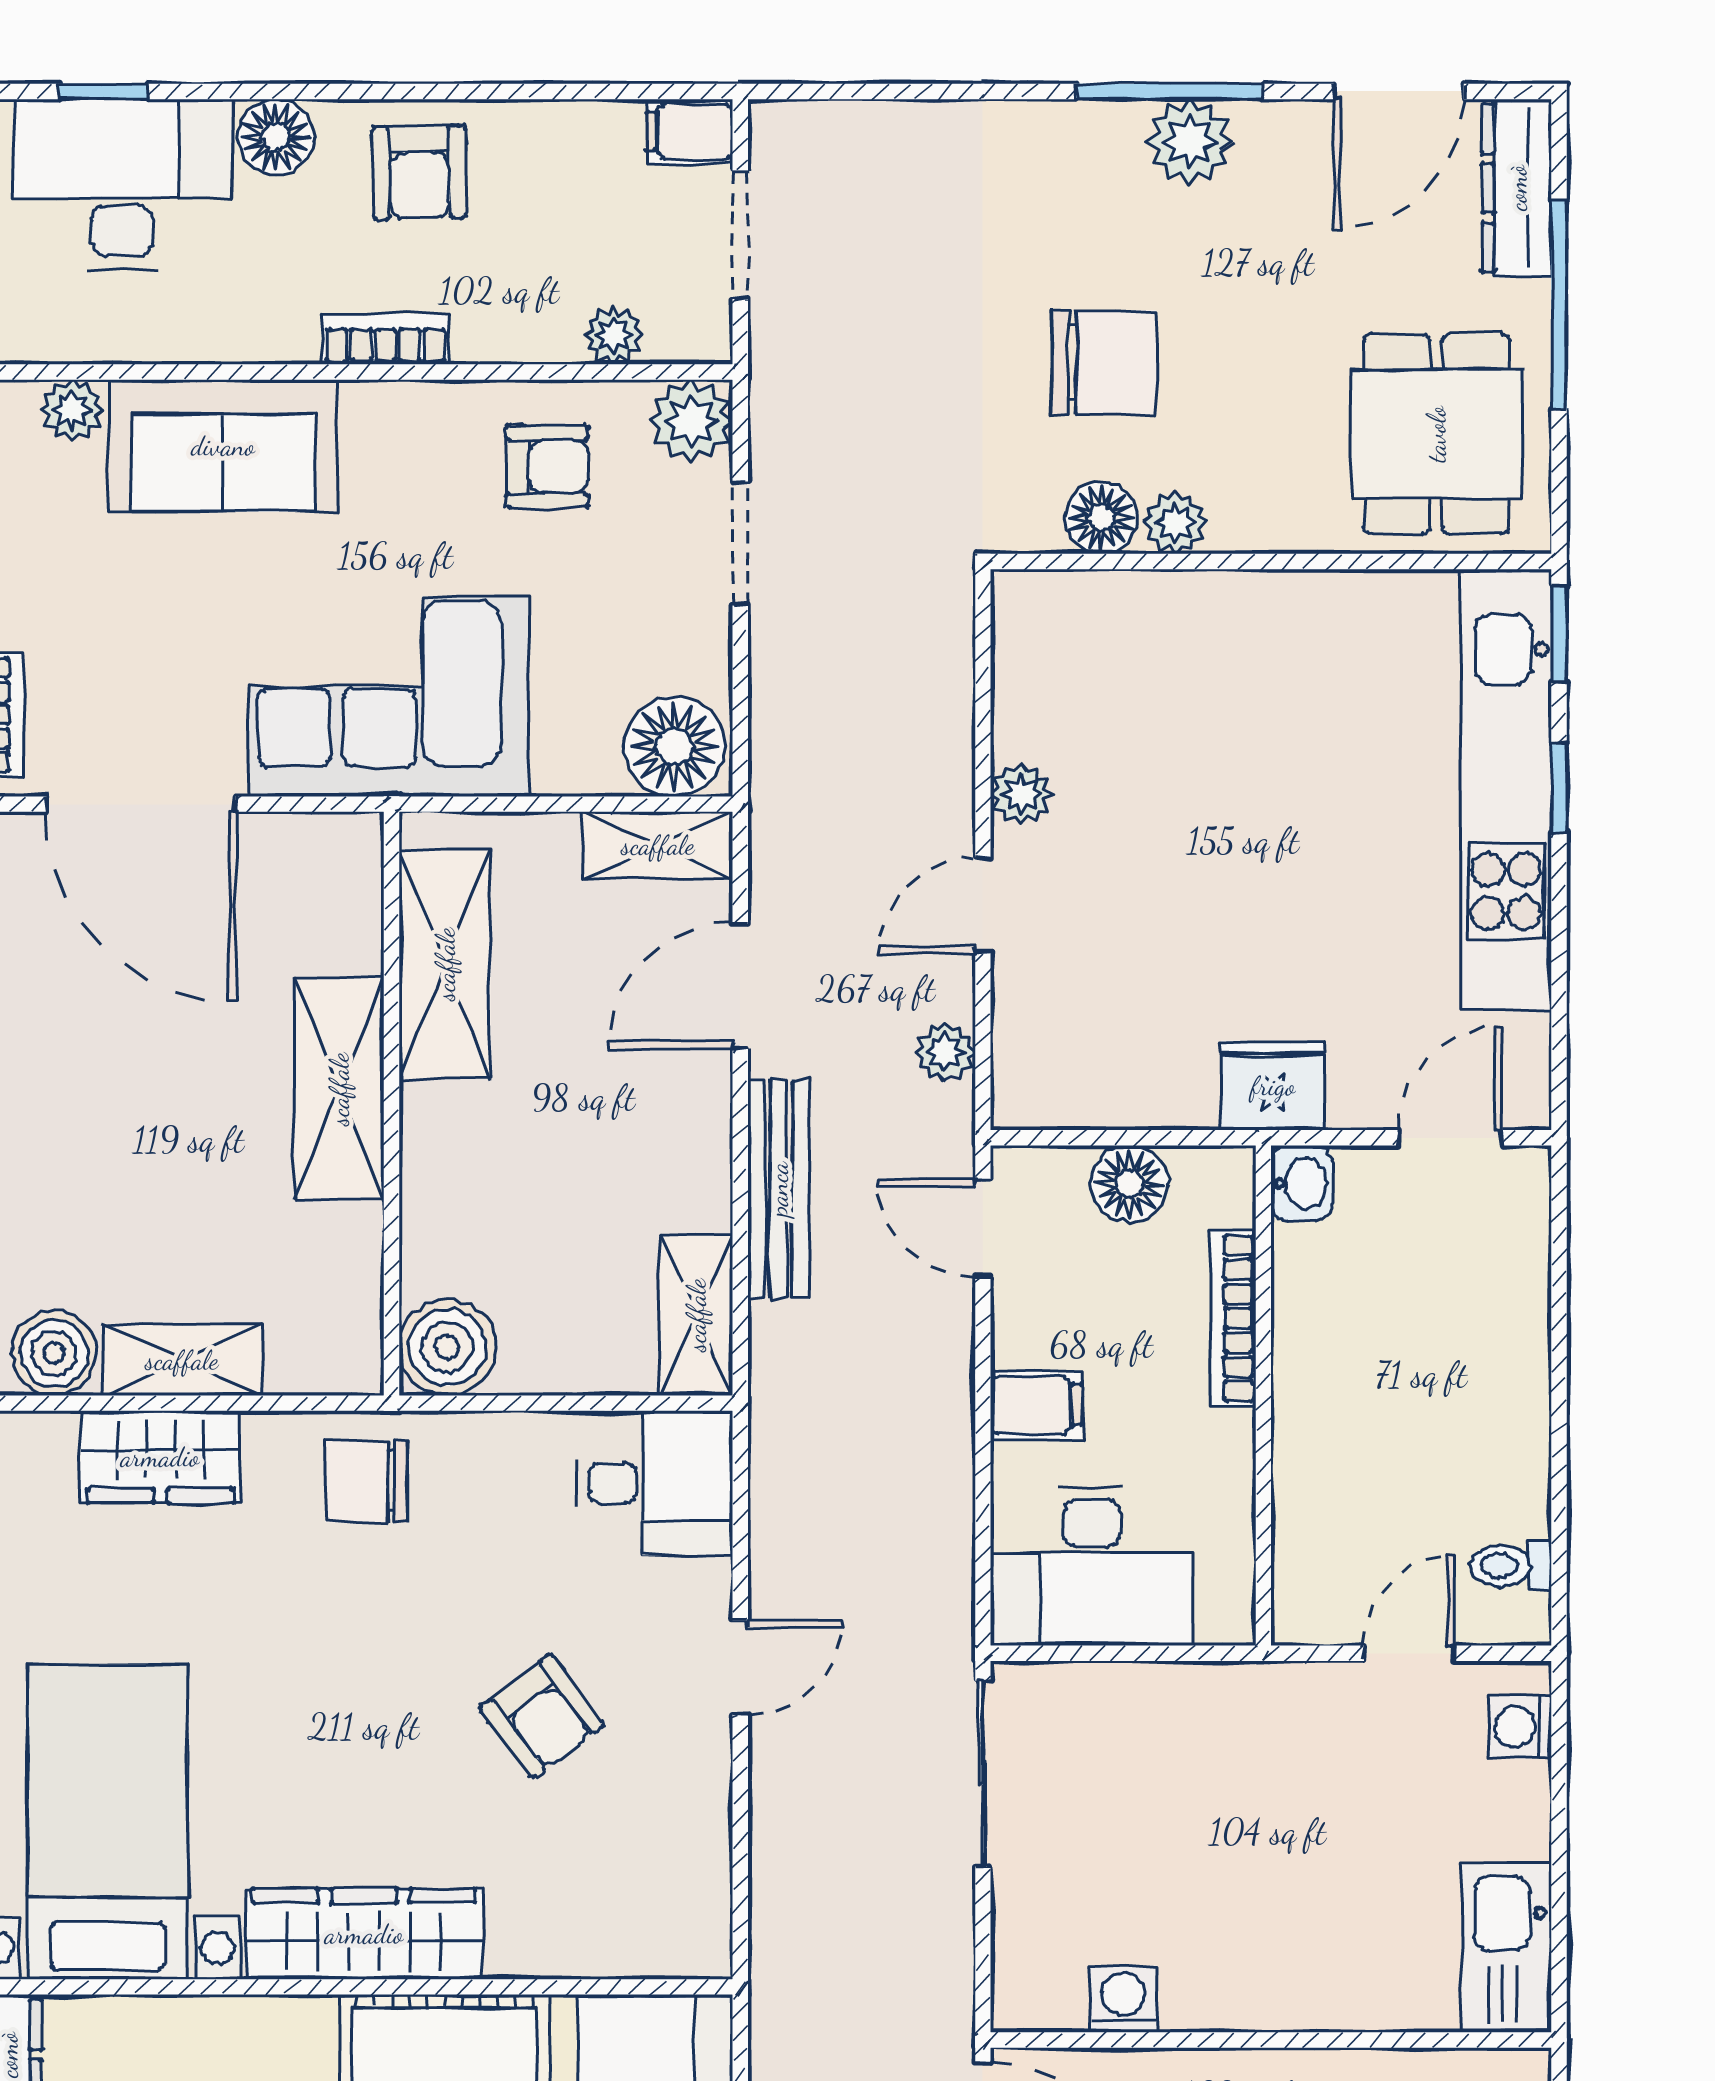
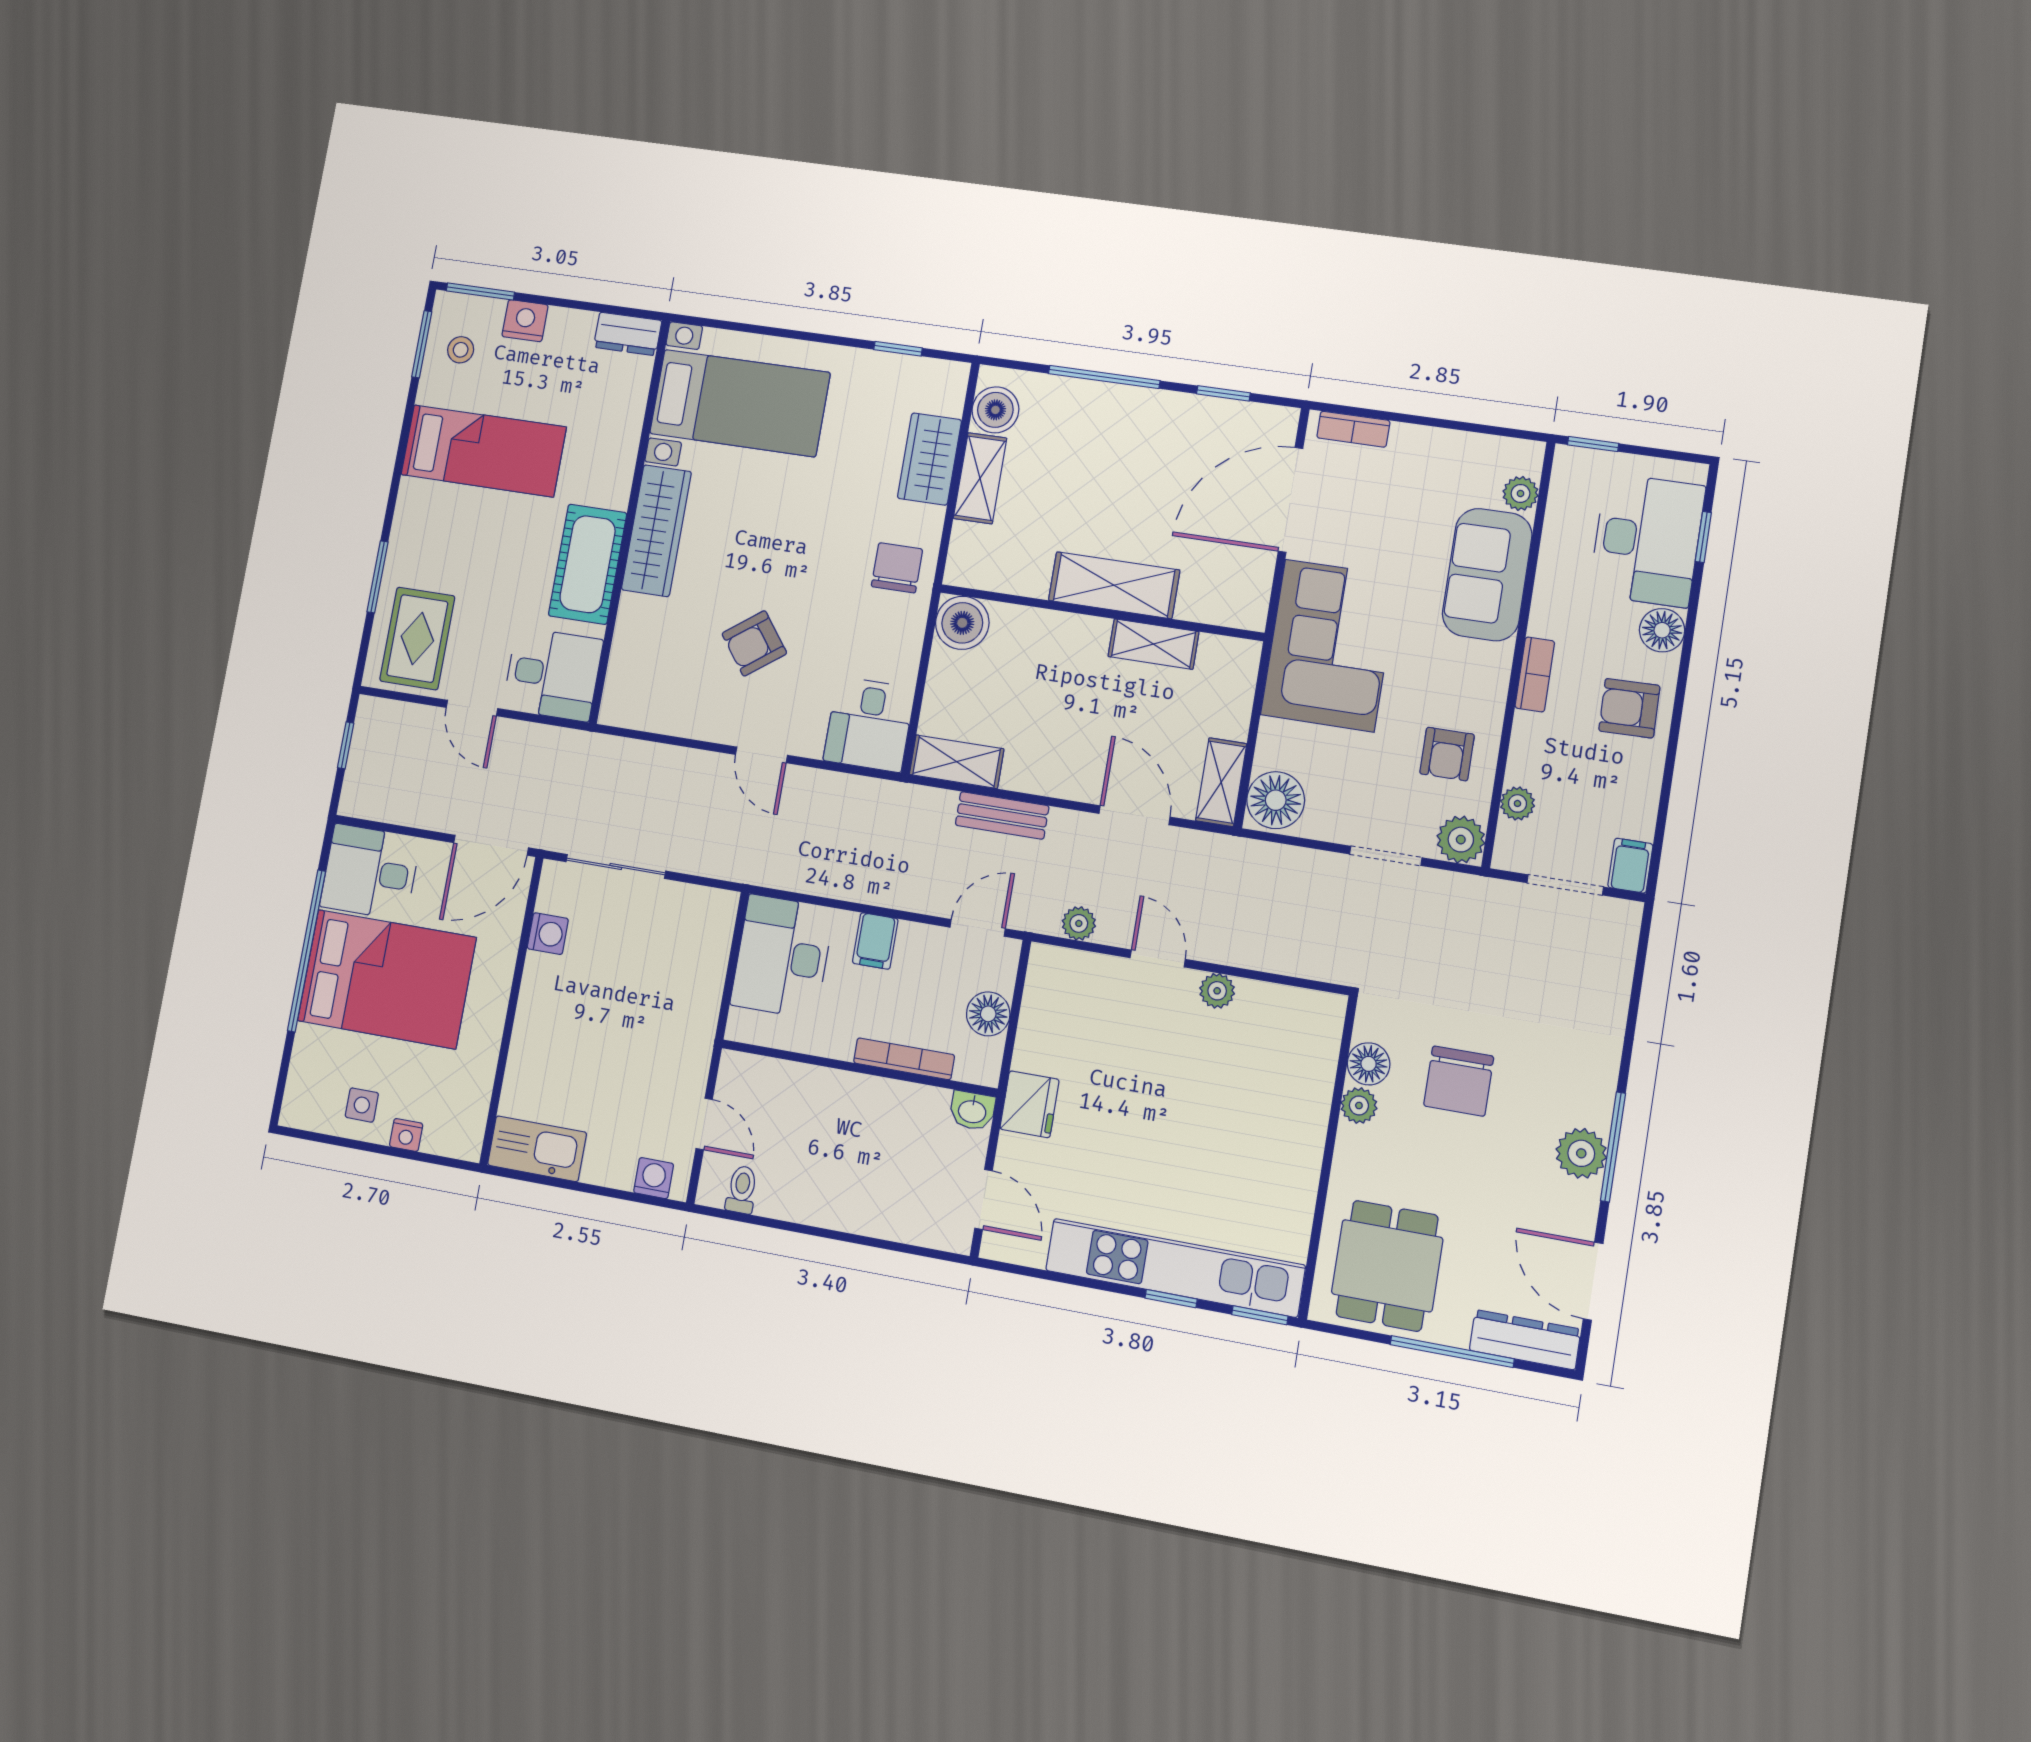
dining table: (1436, 434) -> (1387, 1266), turned 90
shelving: (445, 964) -> (1153, 644), width x0.67, depth x0.75
bench: (778, 1189) -> (1002, 815), width x0.73
sliding door: (983, 1774) -> (616, 866), moved

